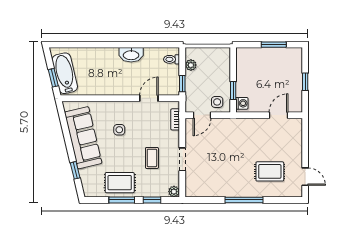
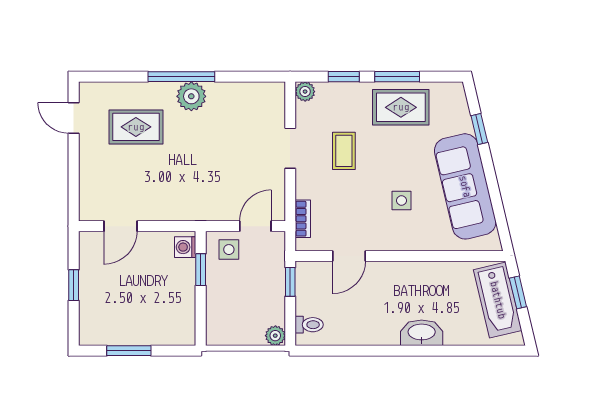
washbasin: (131, 55) -> (422, 333), moved
plant: (191, 65) -> (275, 336), moved
plant: (238, 189) -> (191, 96), added

